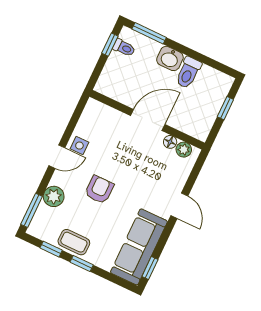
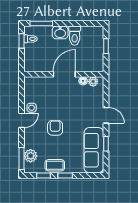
plant: (54, 196) -> (31, 156), moved
window: (150, 268) -> (106, 144), moved

